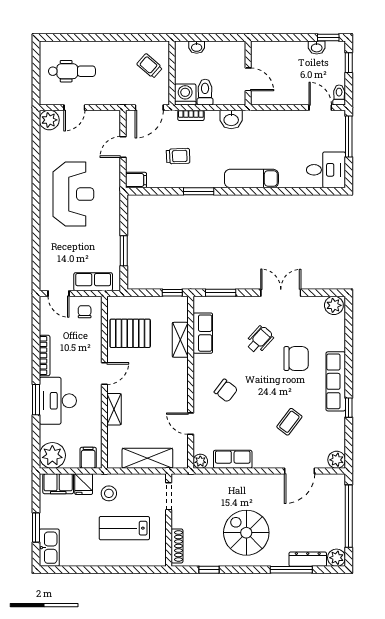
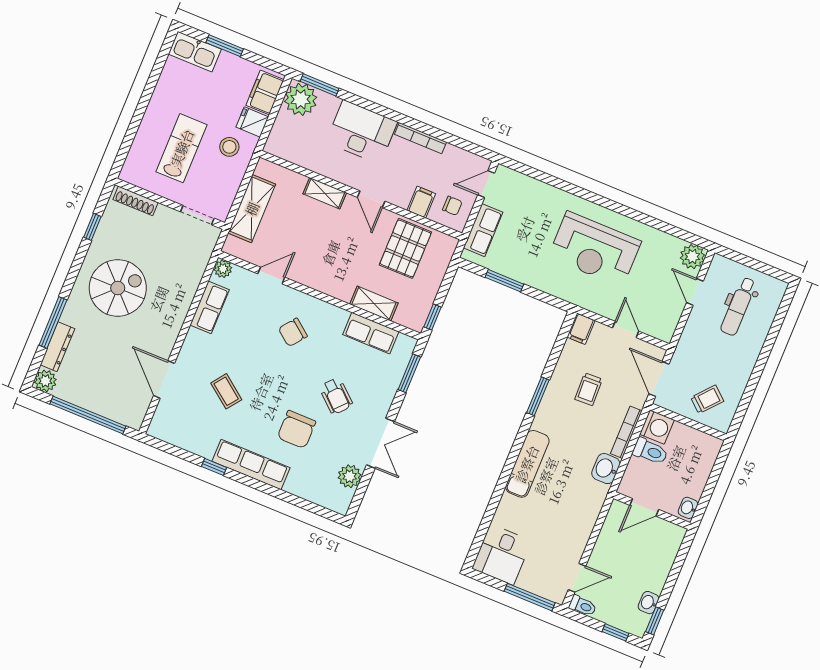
washbasin: (197, 47) -> (688, 508), moved
bookcase: (191, 115) -> (626, 432), width x1.56
plant: (334, 305) -> (350, 476), moved
window: (36, 400) -> (320, 85), moved
filing cabinet: (88, 458) -> (421, 202), moved, turned -90
plant: (337, 460) -> (159, 428), removed

